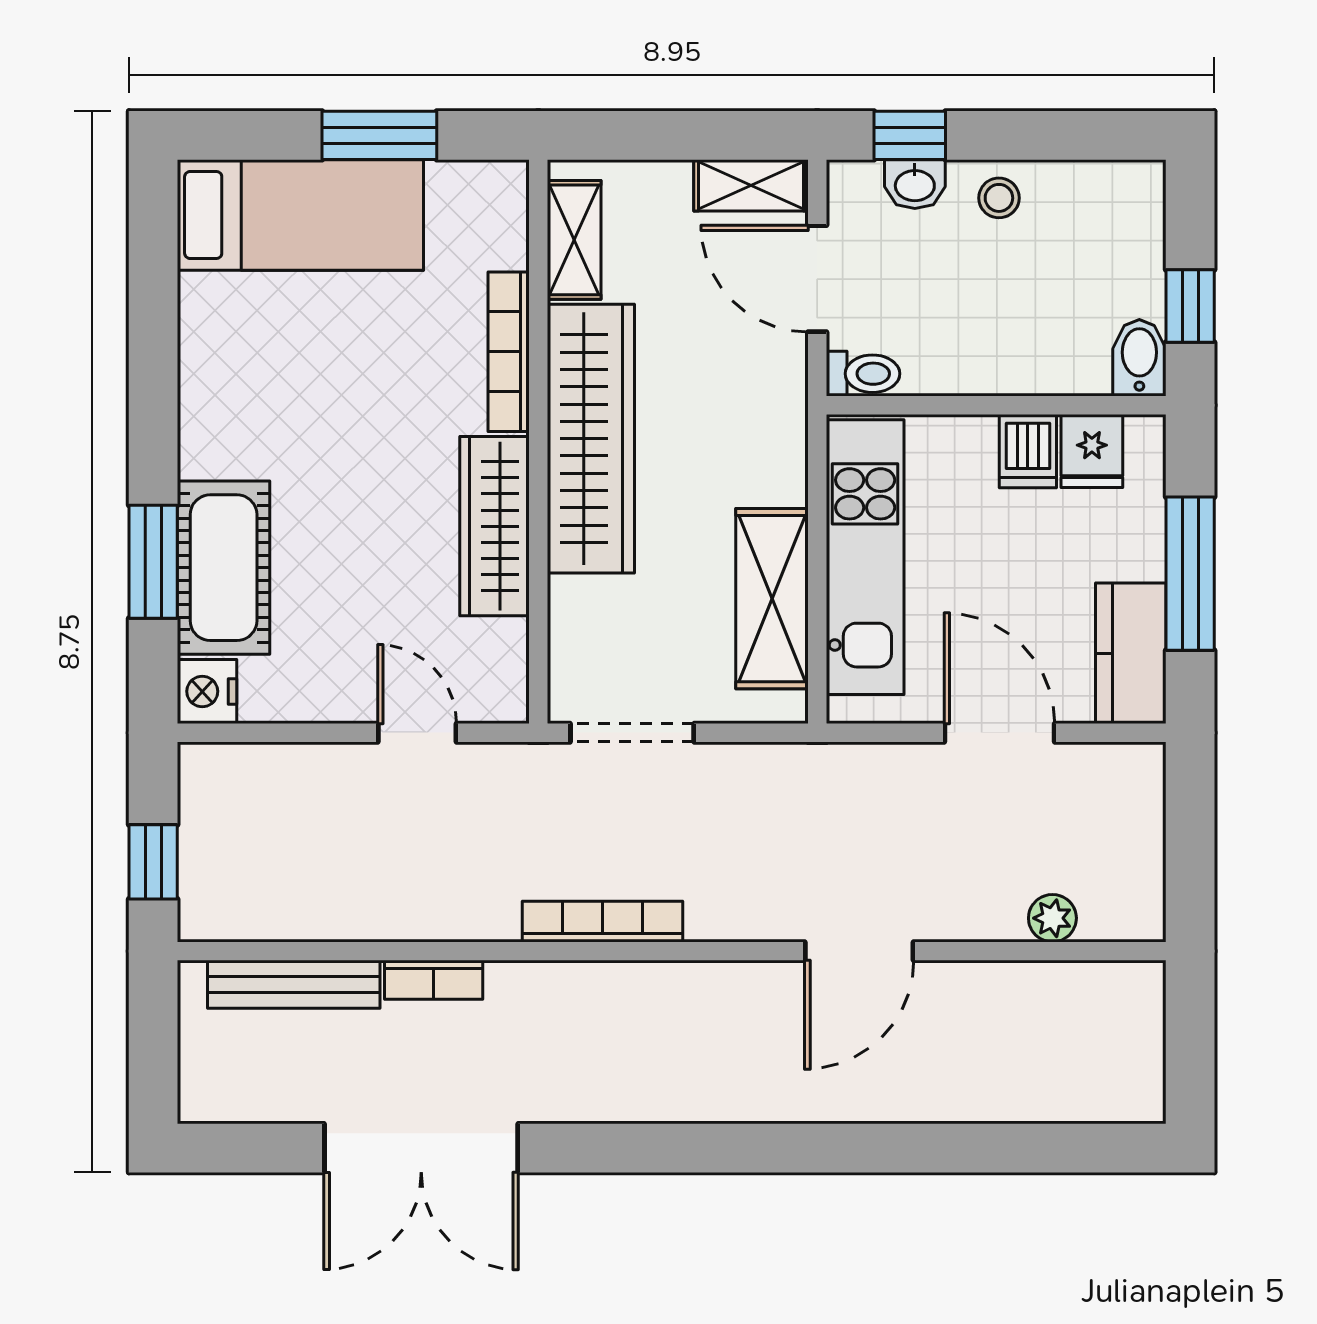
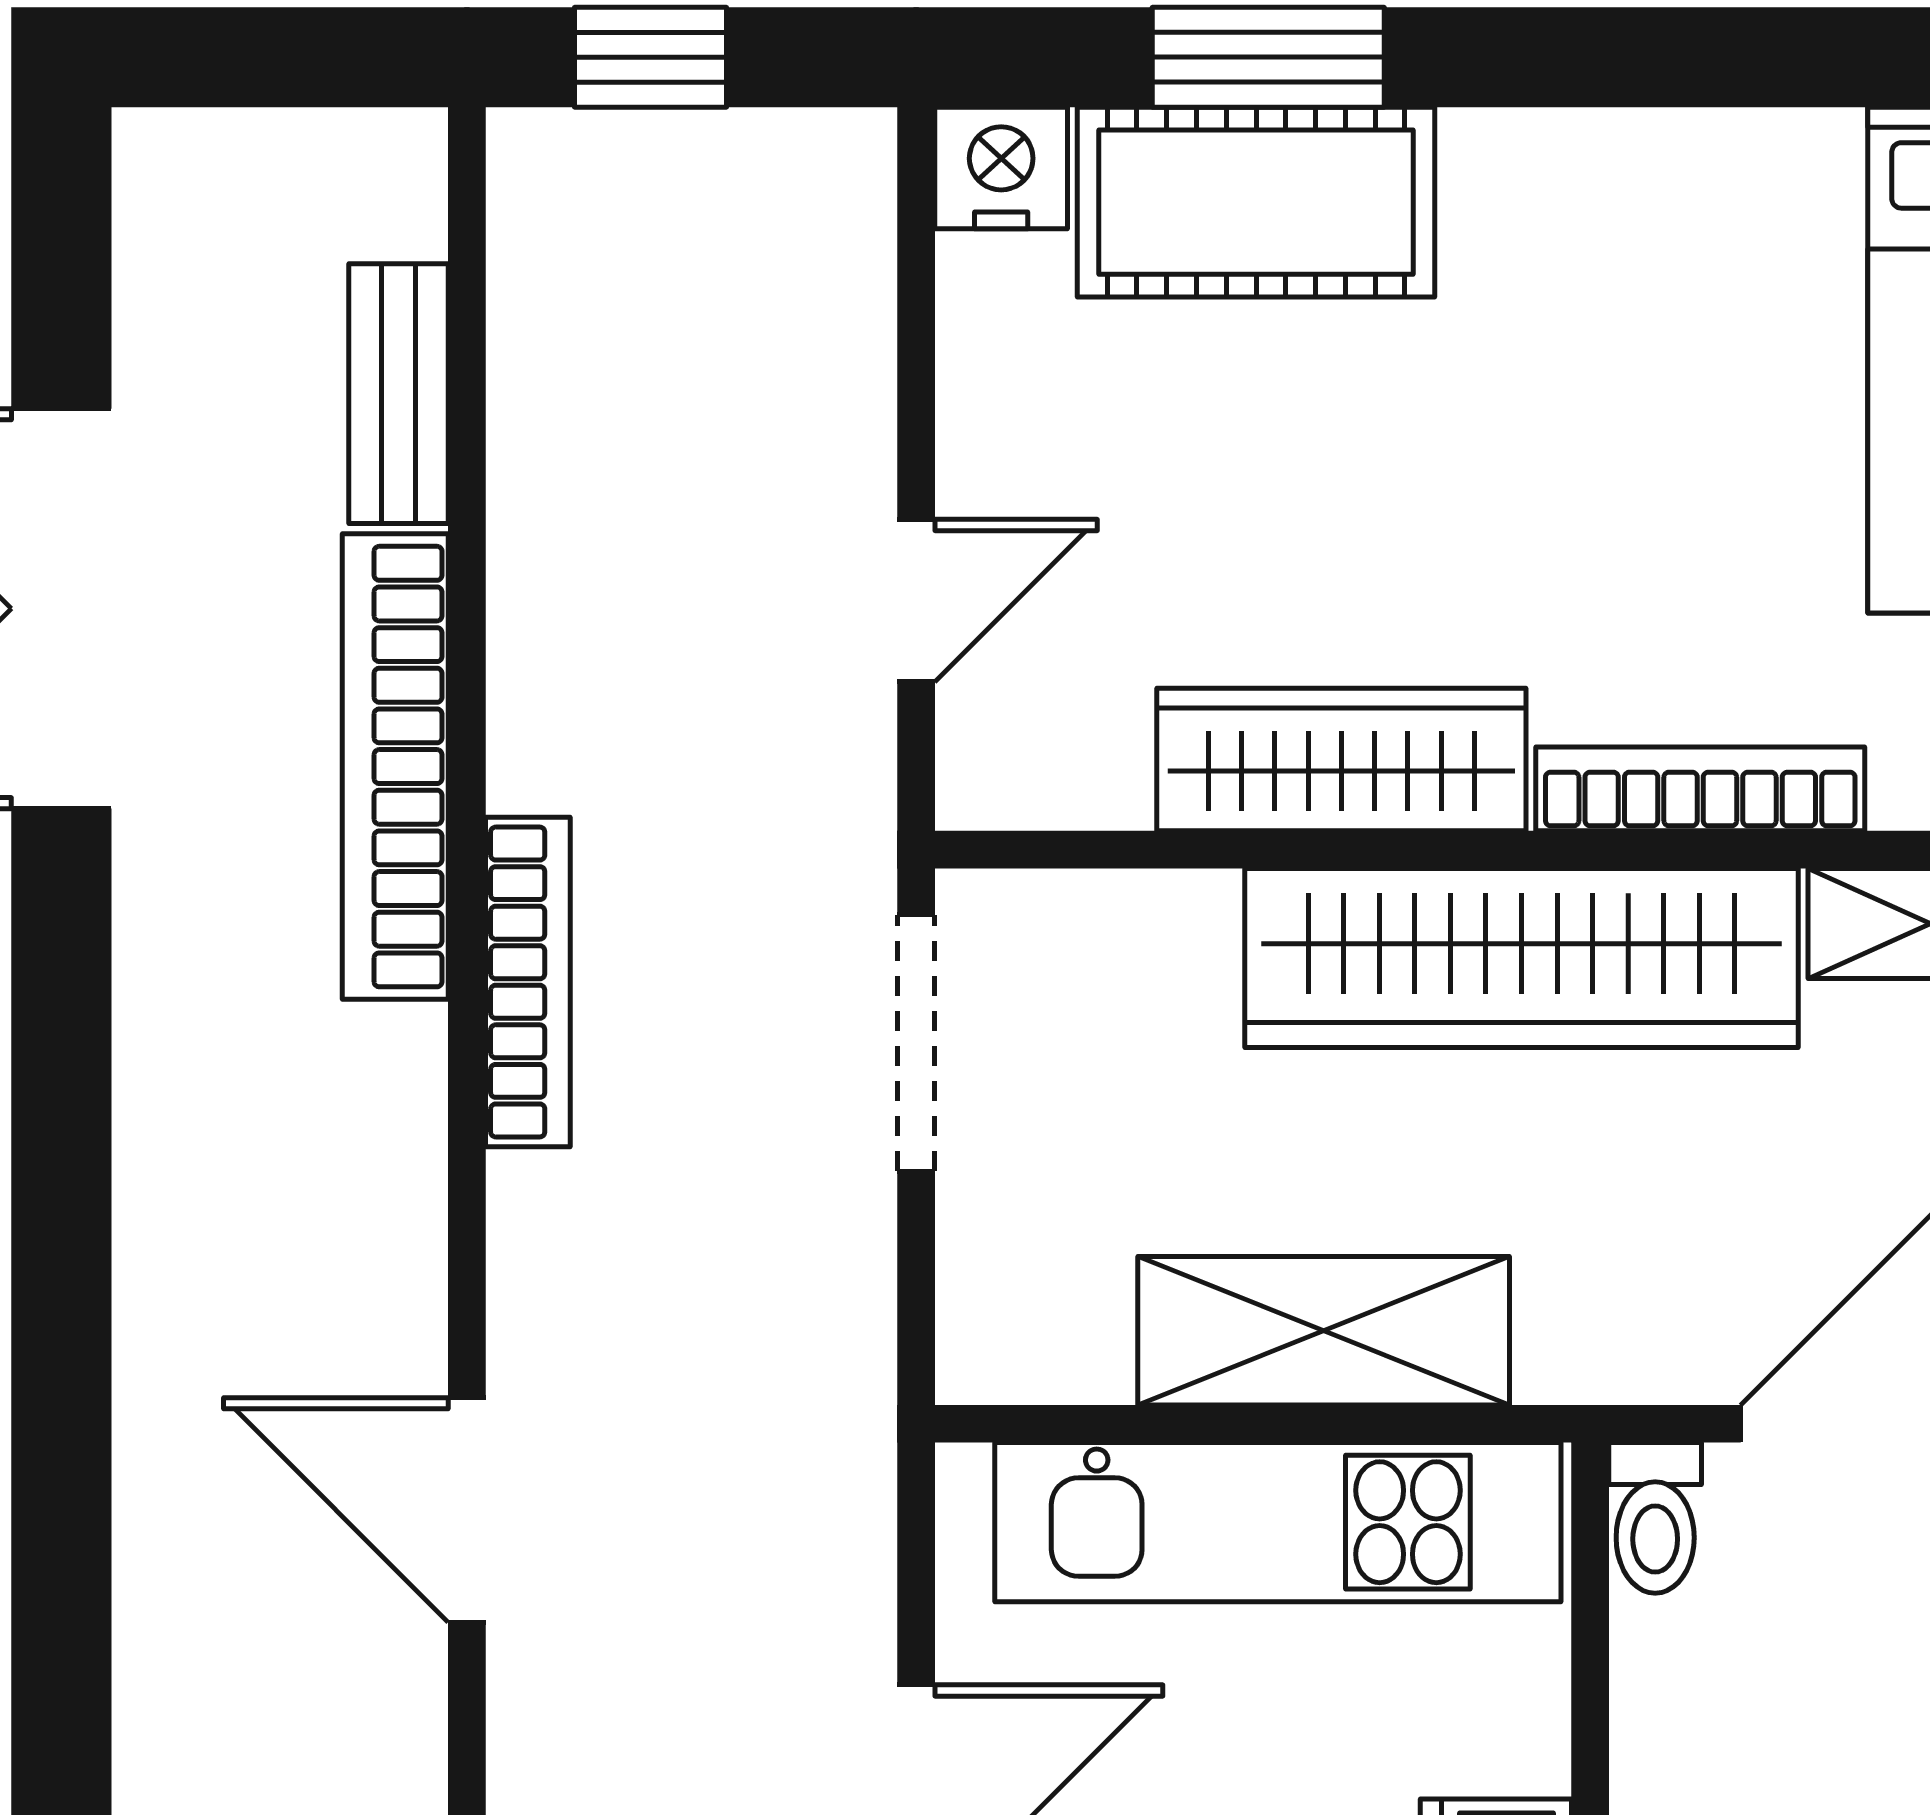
shelving: (772, 599) -> (1324, 1331), moved
bookcase: (434, 980) -> (395, 767), width x2.31, depth x1.31
bench: (294, 984) -> (399, 394), width x0.73

